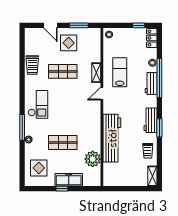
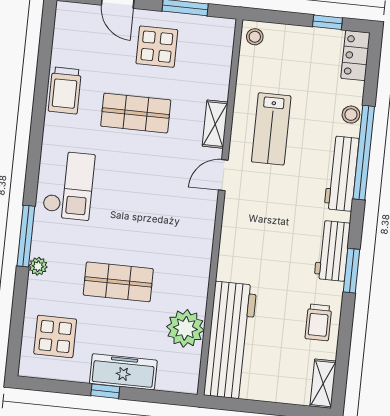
lab bench: (120, 72) -> (271, 129), turned 180
workbench: (151, 84) -> (342, 173), width x1.38
workbench: (112, 138) -> (230, 340), moved

